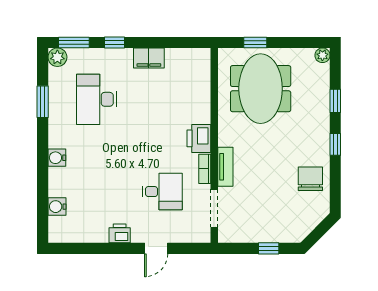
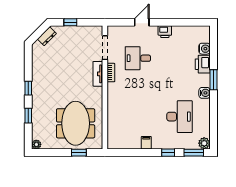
filing cabinet: (149, 58) -> (146, 143), width x0.50
window: (43, 102) -> (214, 80), moved
printer: (199, 138) -> (203, 64), moved, turned 180
water cooler: (57, 158) -> (205, 93), moved
chair: (310, 179) -> (44, 66), removed
dresser: (306, 226) -> (47, 36), added

